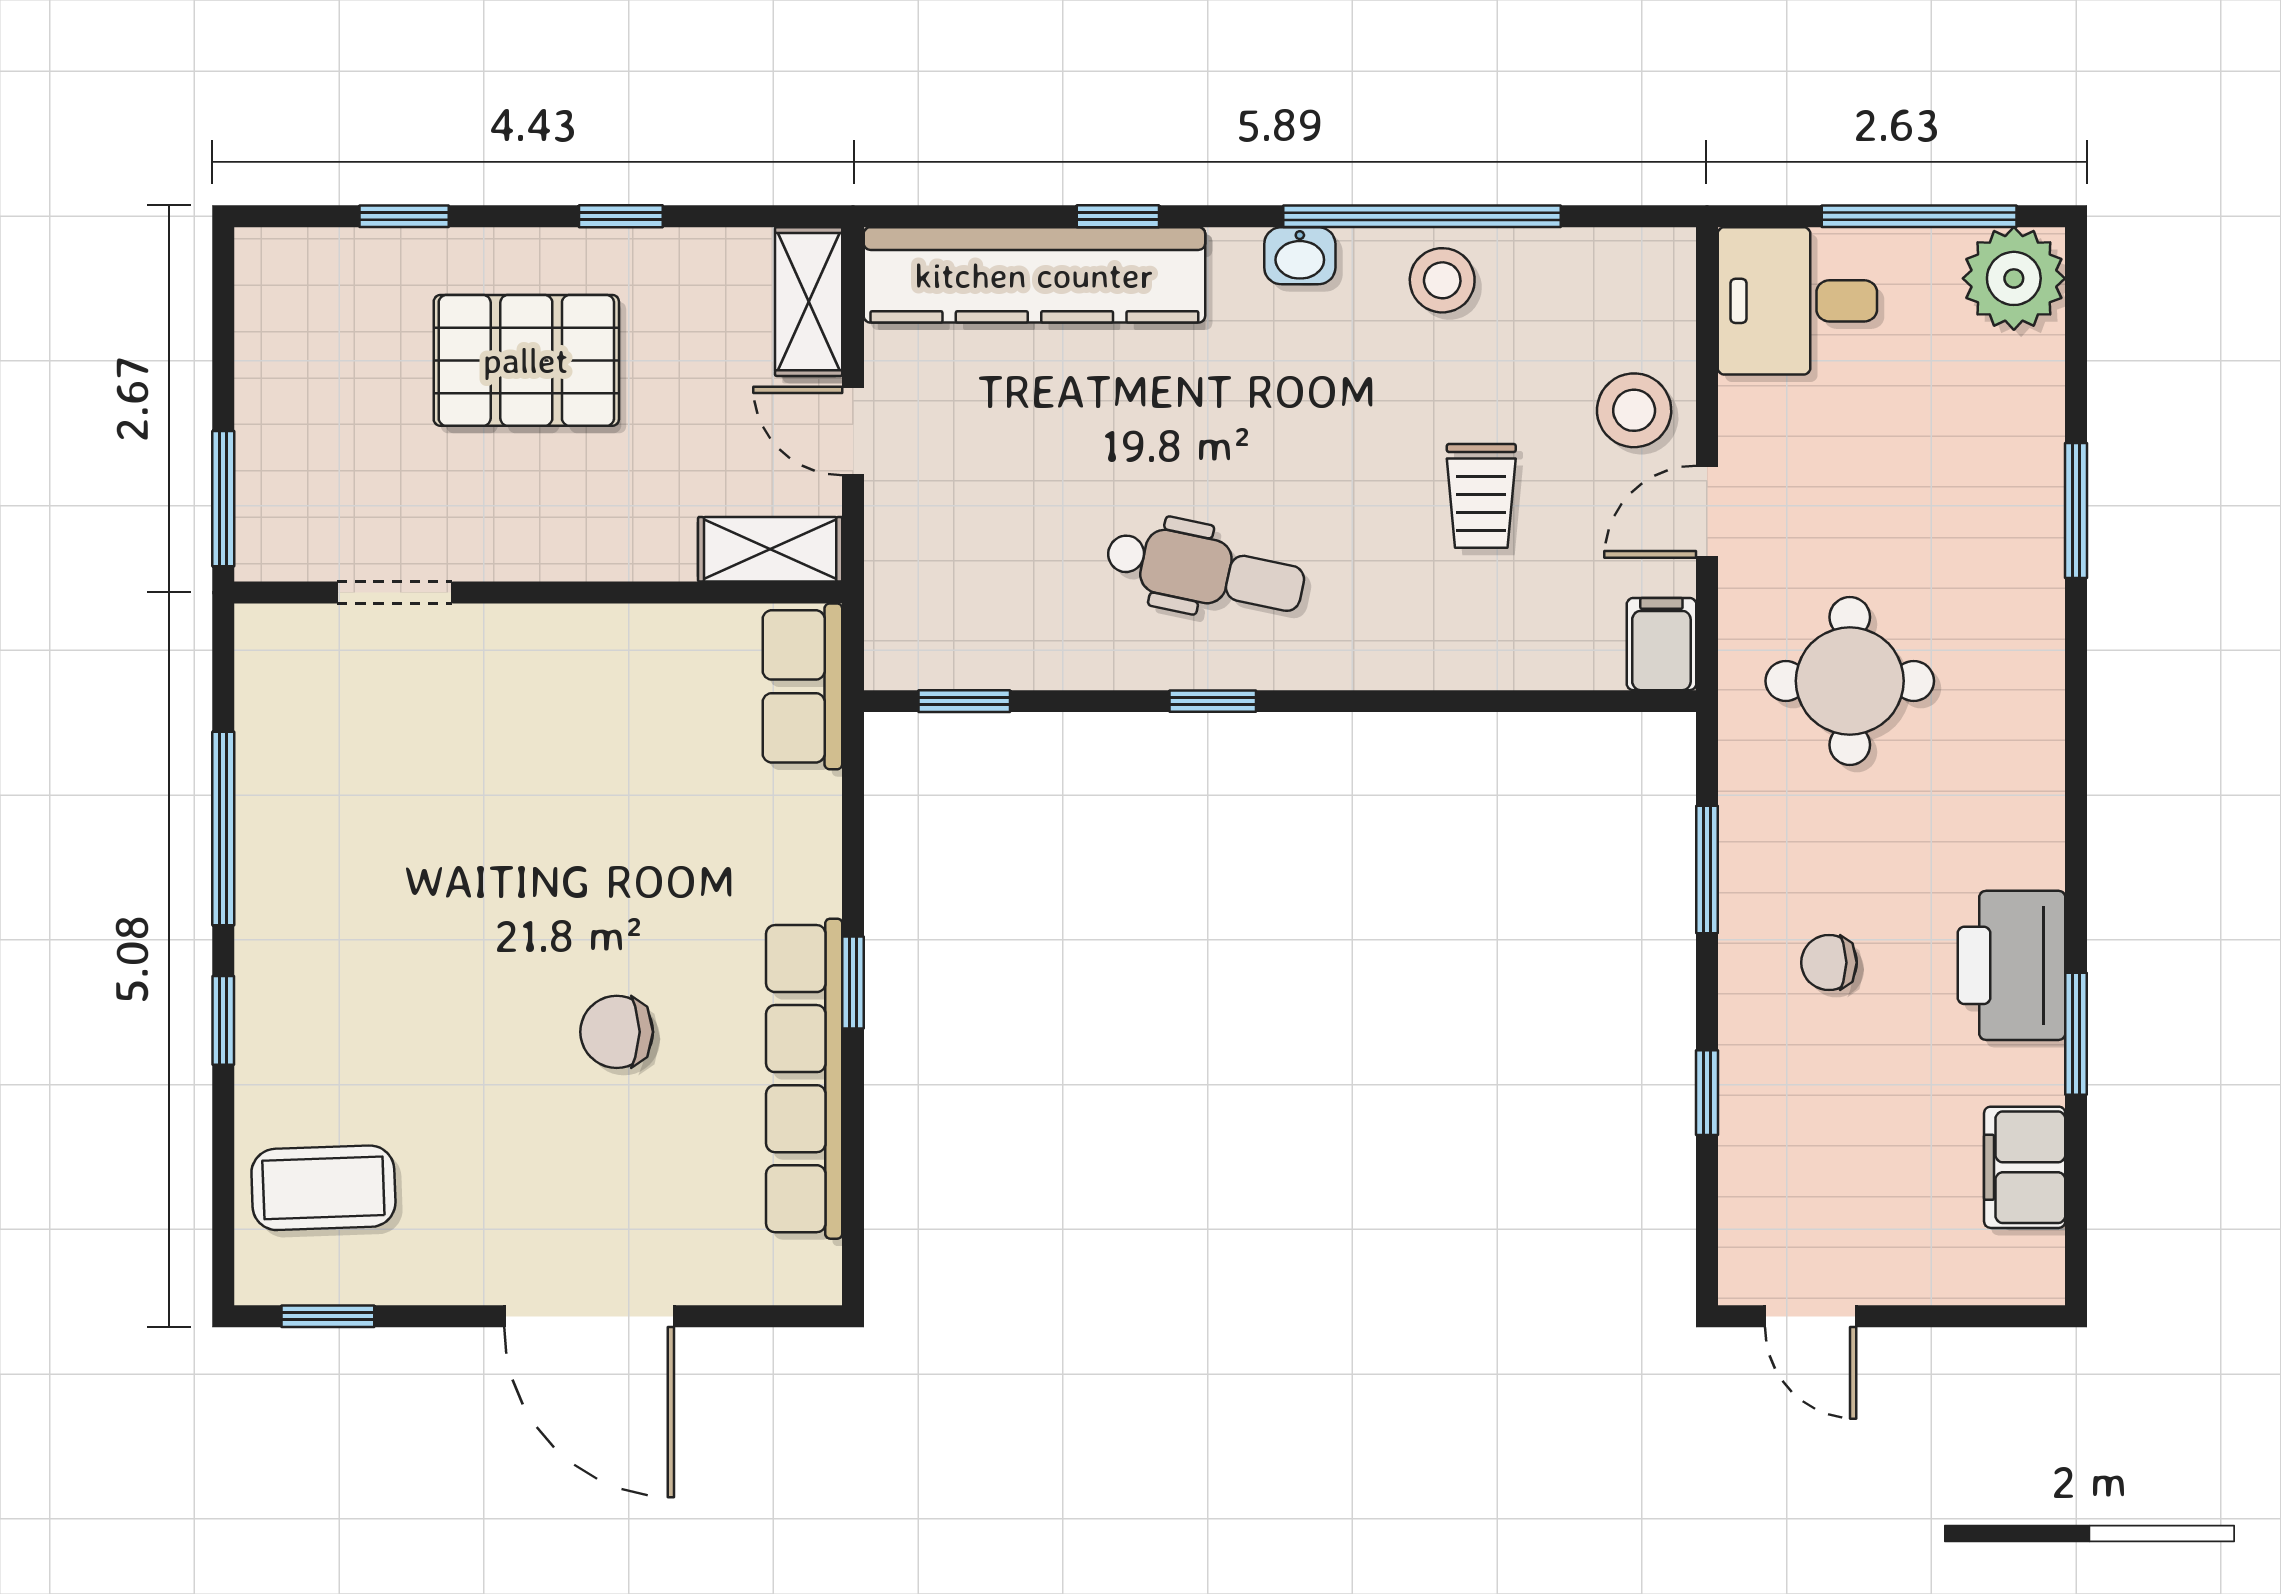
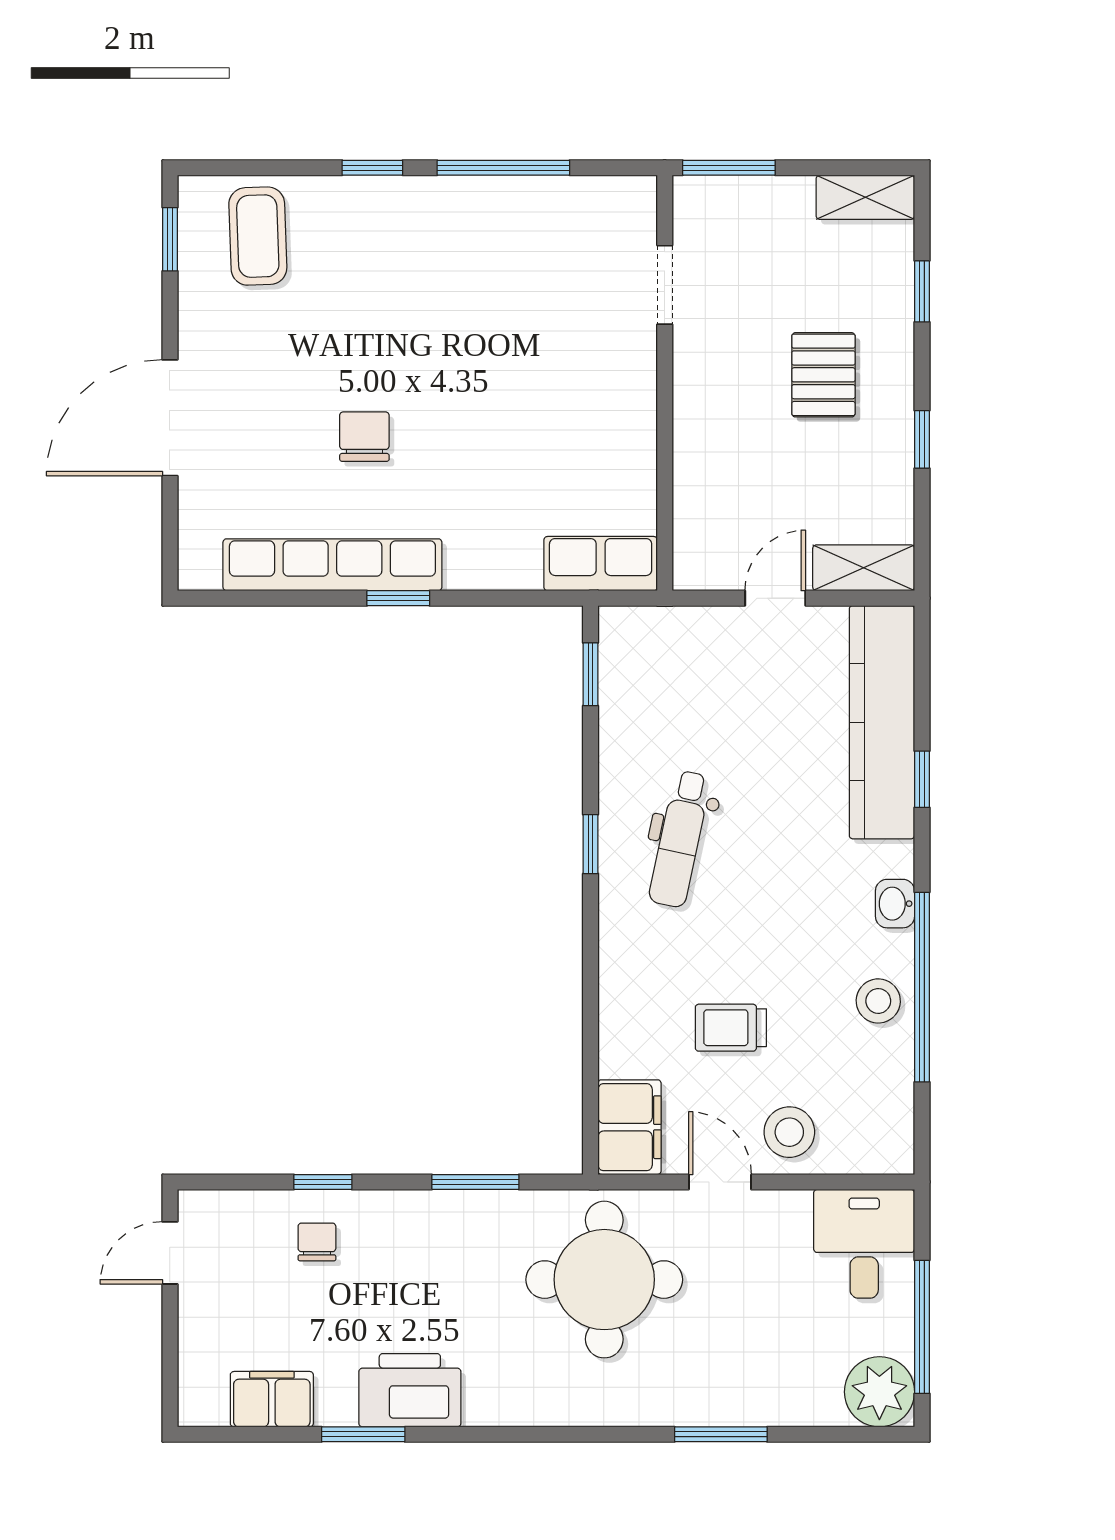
pallet: (526, 360) -> (823, 375), width x0.67, depth x0.71
shelving: (770, 549) -> (865, 197), moved, turned 90
filing cabinet: (1661, 644) -> (630, 1127), width x2.00
round table: (1850, 681) -> (604, 1280), width x1.36, depth x1.36
chair: (1829, 963) -> (317, 1242), moved

